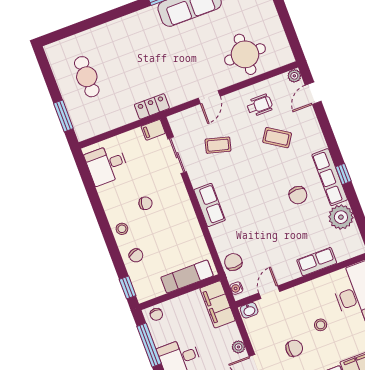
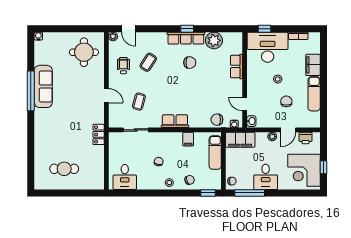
round table: (245, 54) -> (84, 52), moved
window: (63, 116) -> (84, 193), removed
filing cabinet: (153, 130) -> (188, 139), moved

